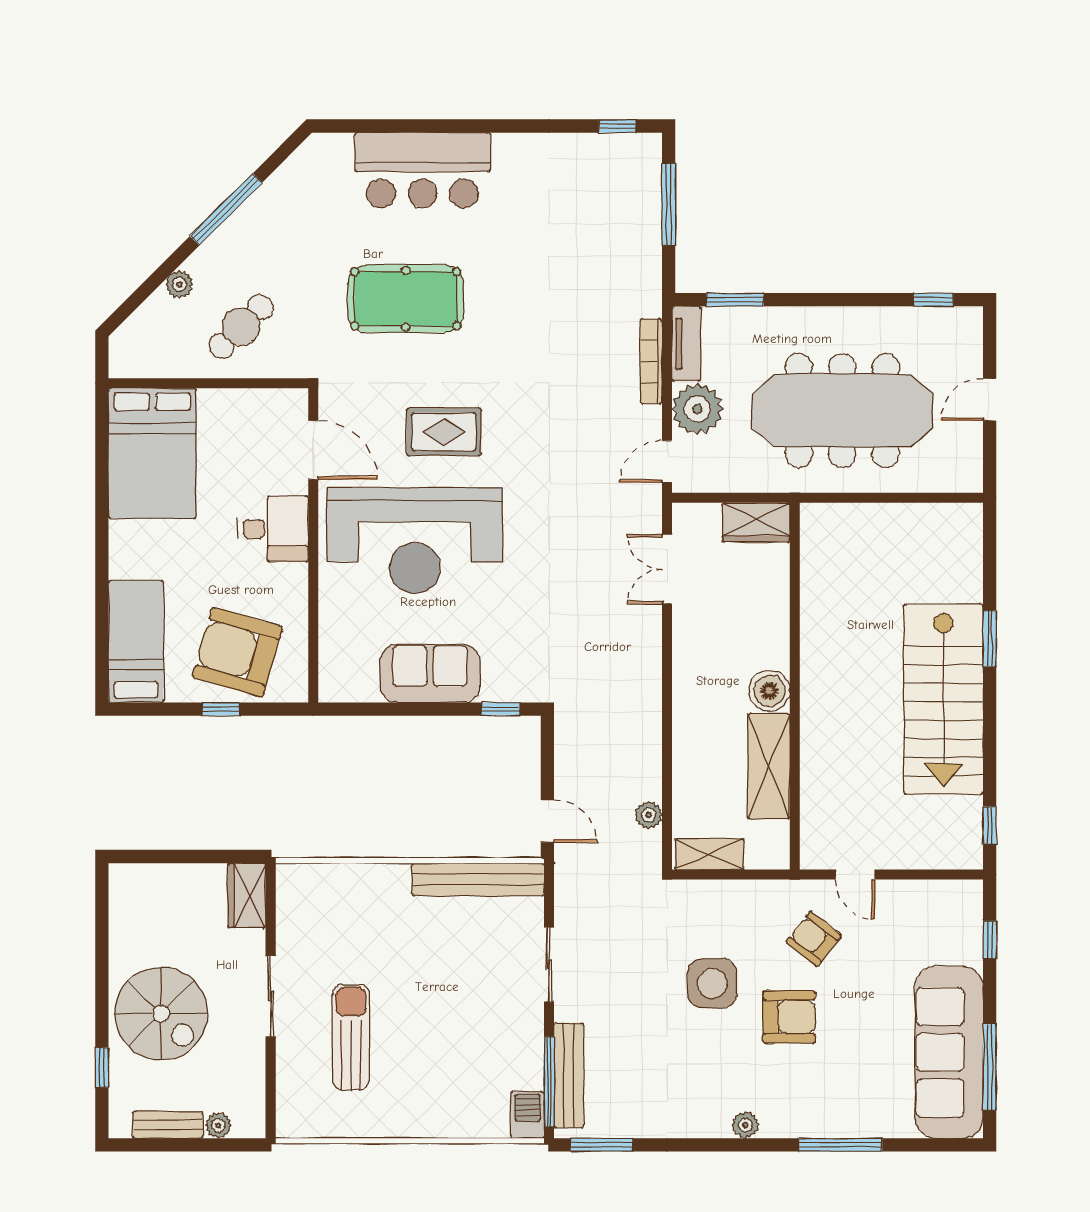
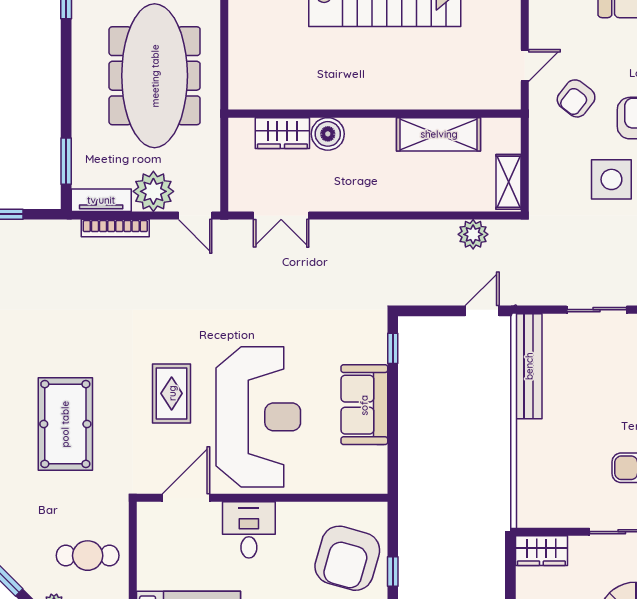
cafe table: (241, 327) -> (88, 556), turned -45
wardrobe: (756, 522) -> (282, 133), moved, turned 90
boiler: (769, 691) -> (328, 134), moved
plant: (649, 815) -> (473, 234), width x1.38, depth x1.38

